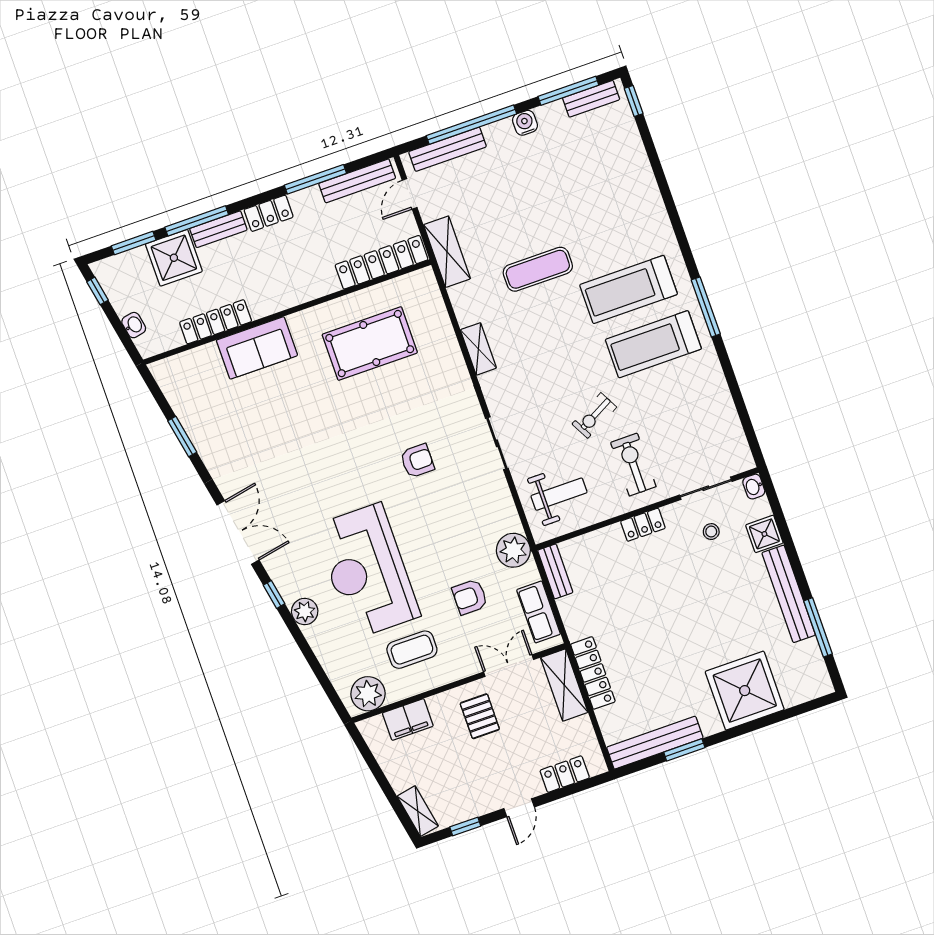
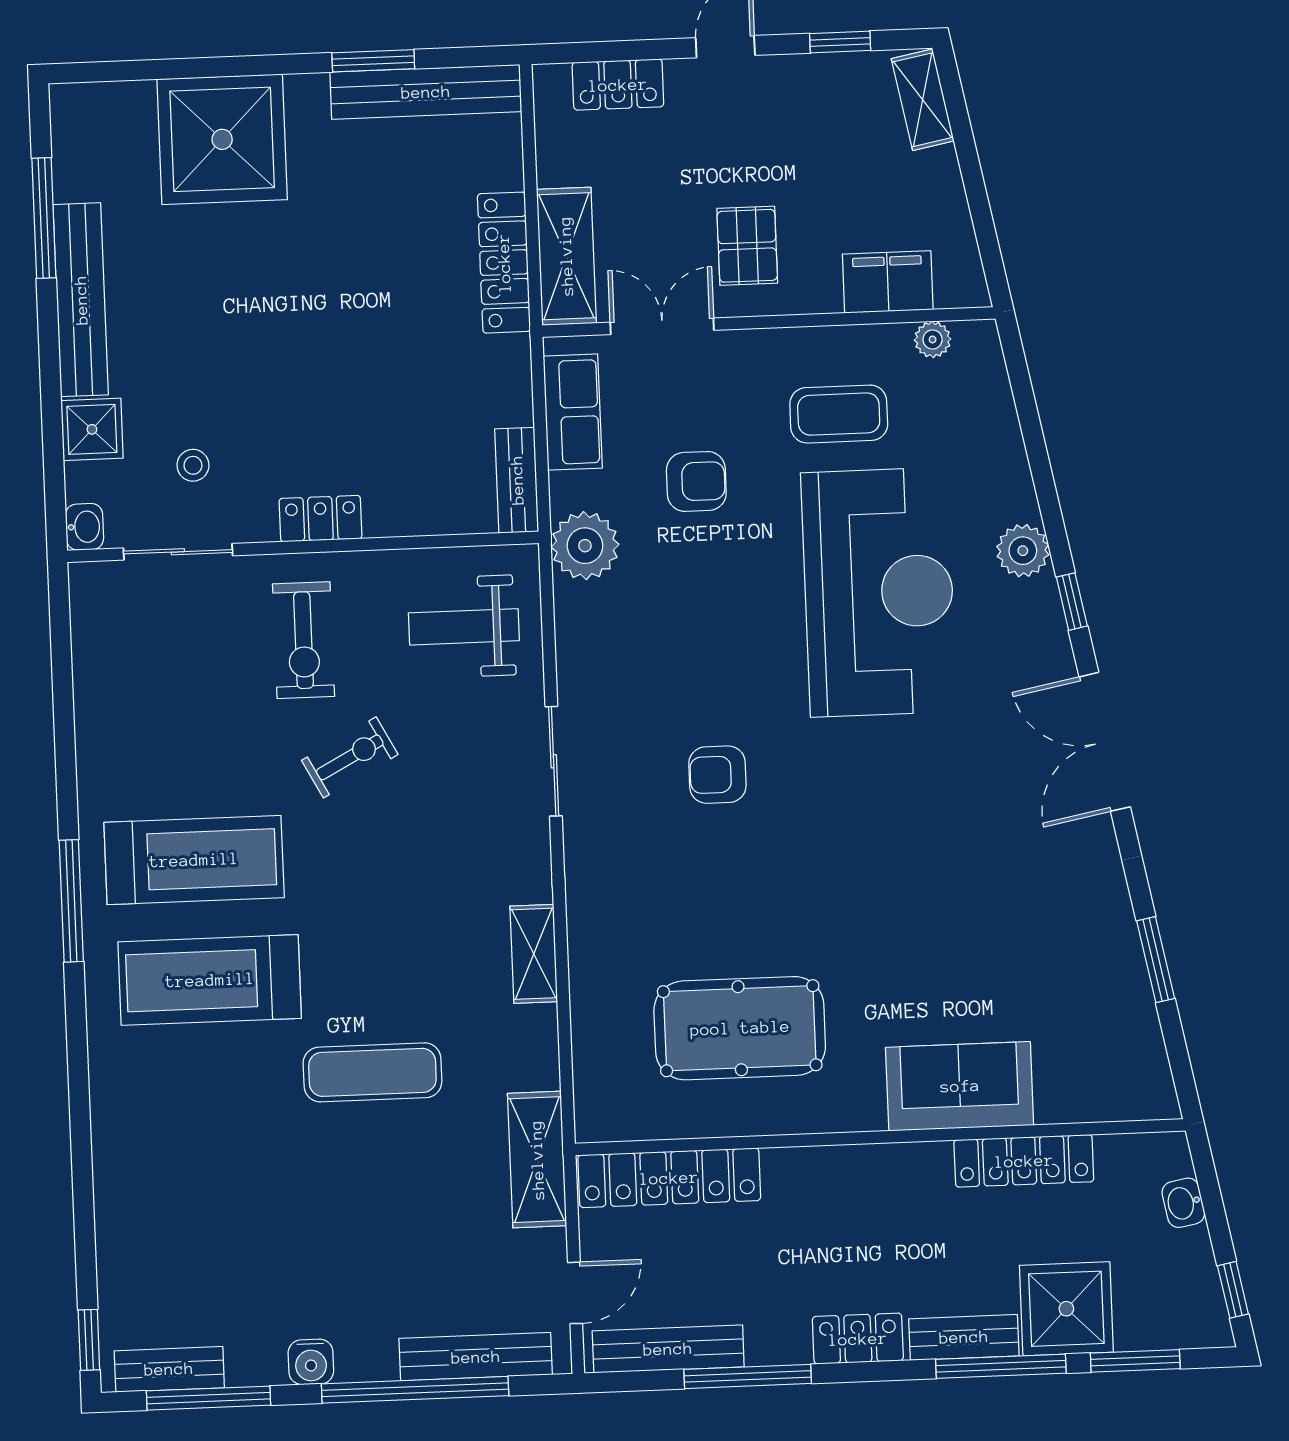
treadmill: (629, 289) -> (210, 980), turned 180
double door: (509, 666) -> (662, 326), swing flipped
plant: (368, 694) -> (933, 339), width x0.53, depth x0.53

